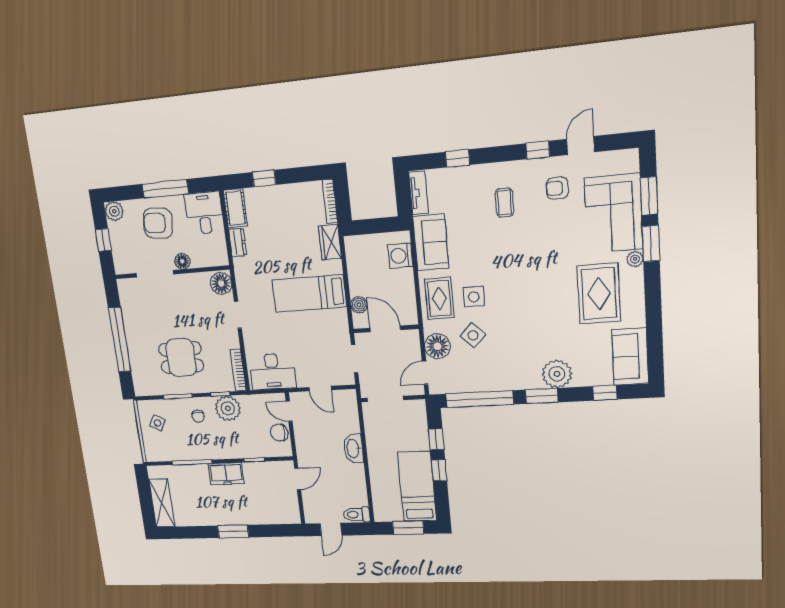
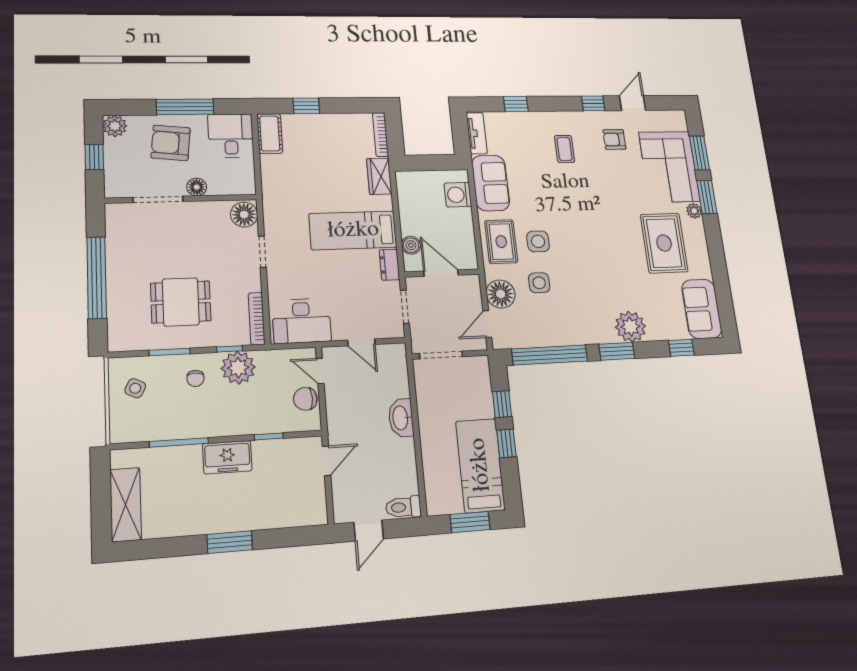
dresser: (238, 242) -> (389, 265), moved, turned 180
side table: (473, 335) -> (539, 283), turned 45

